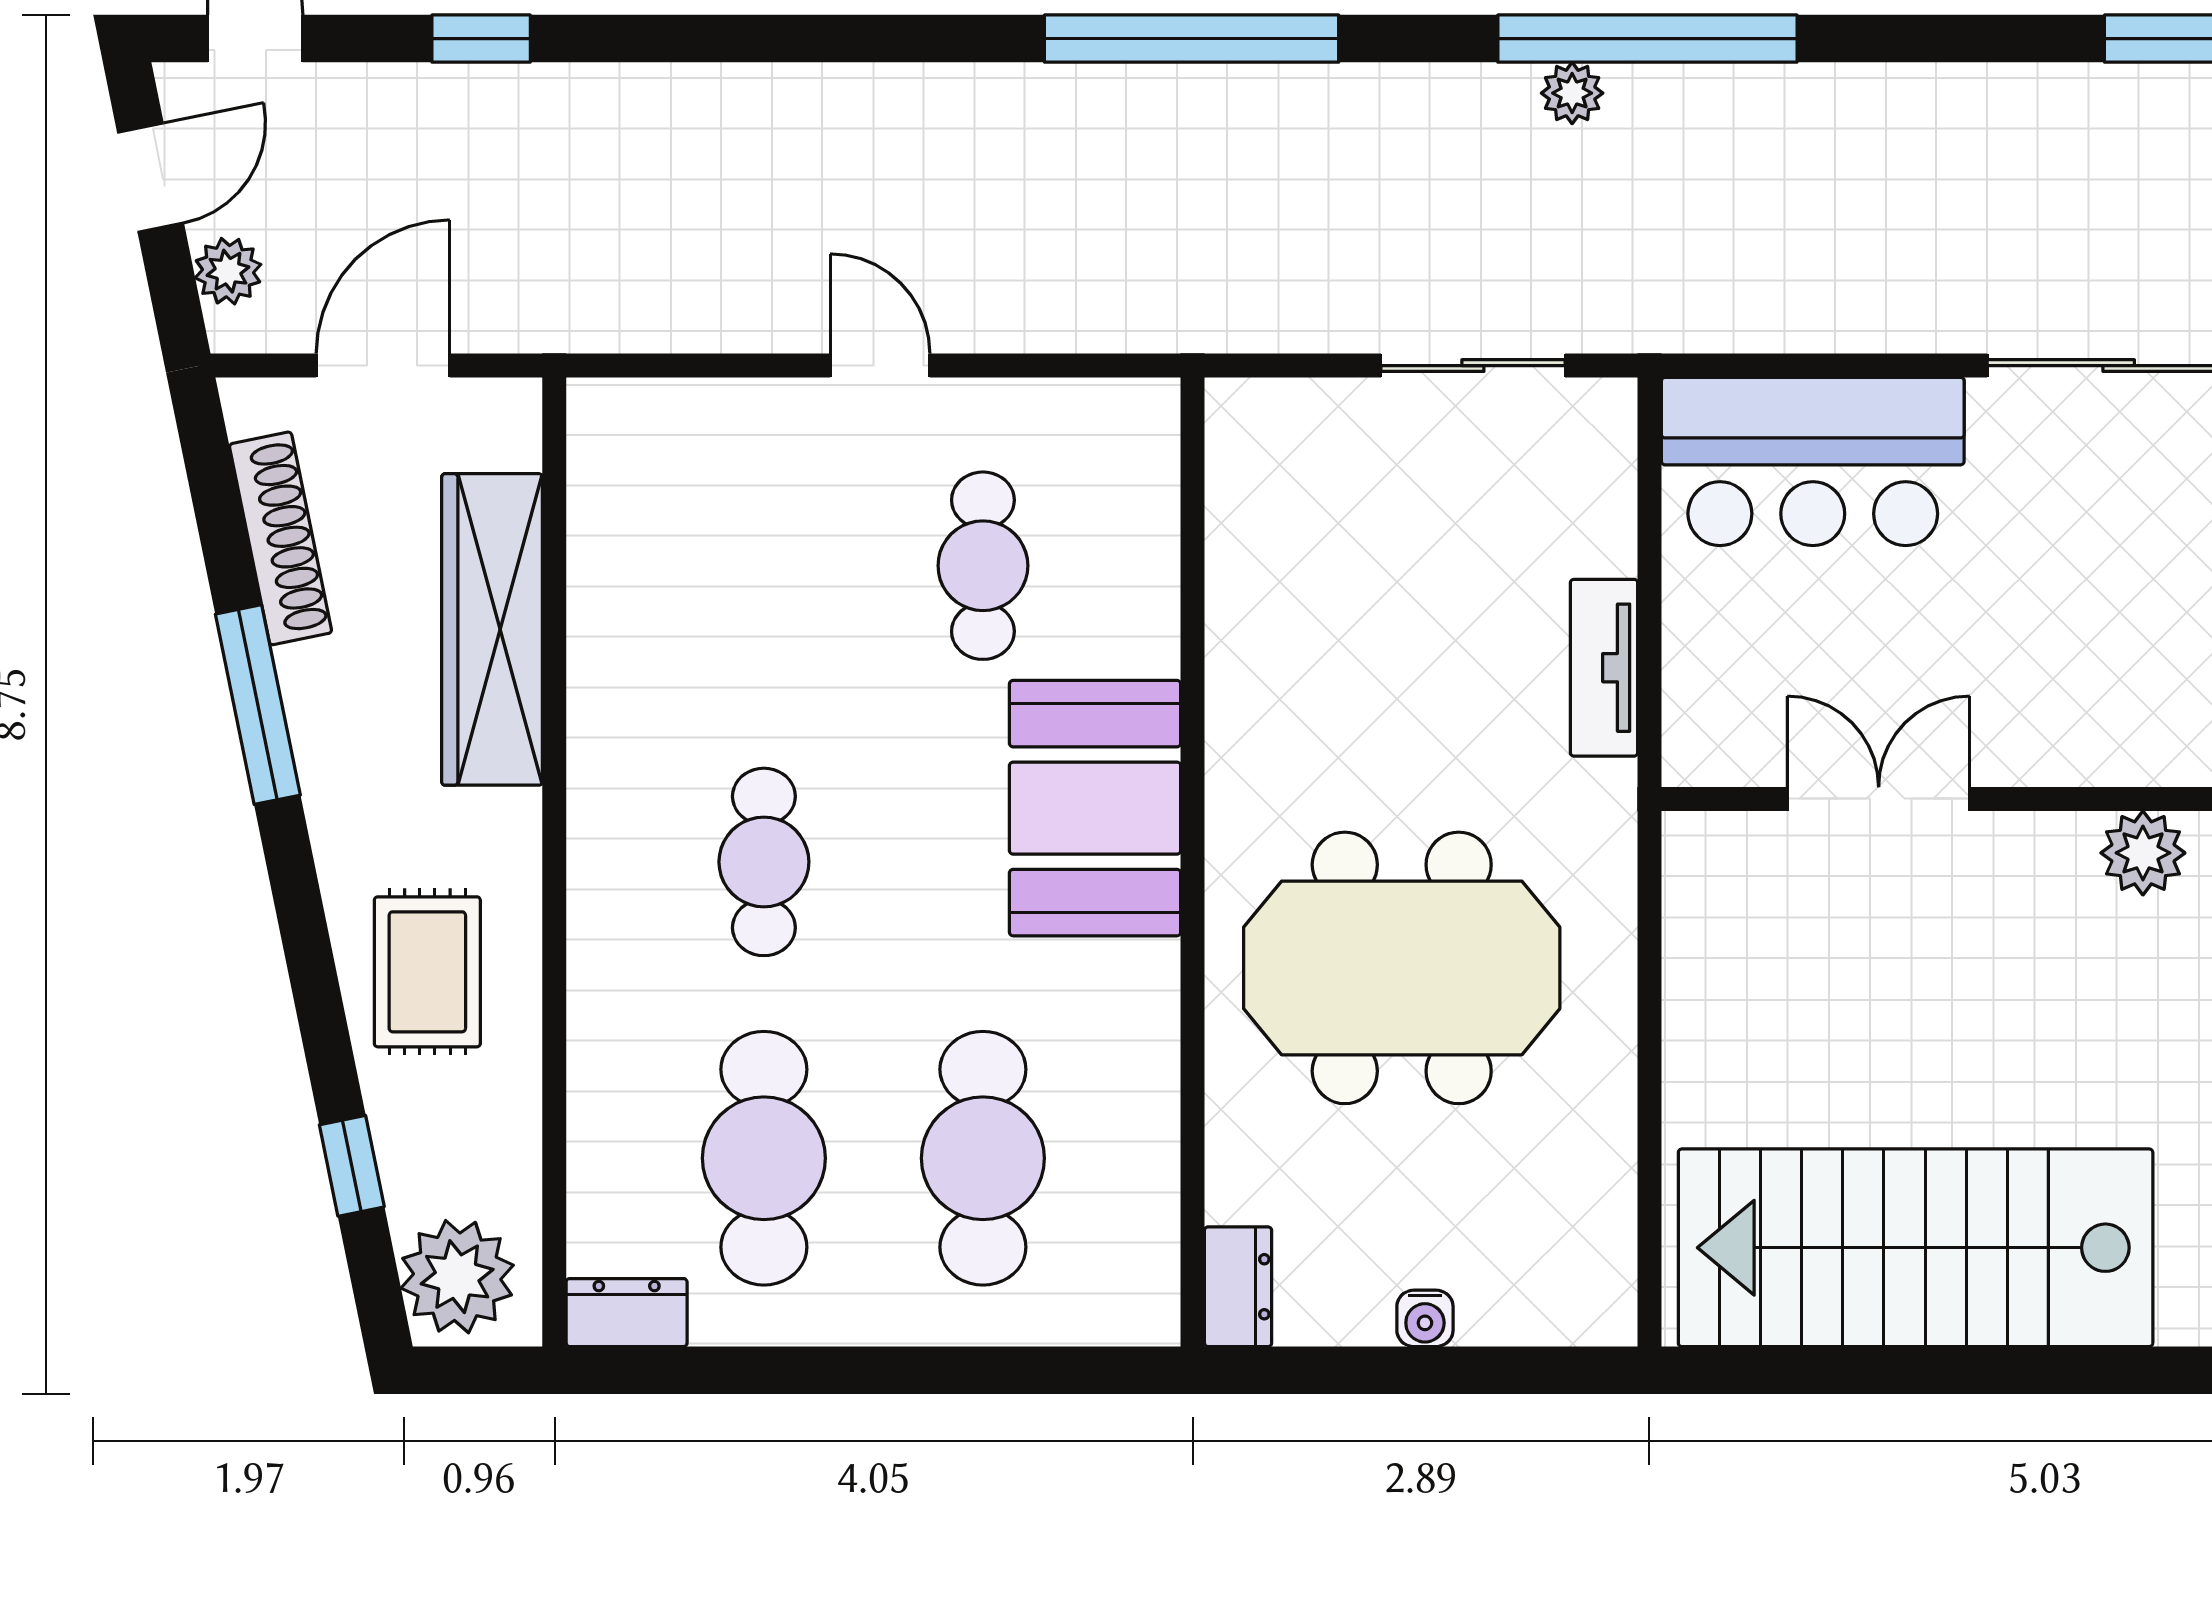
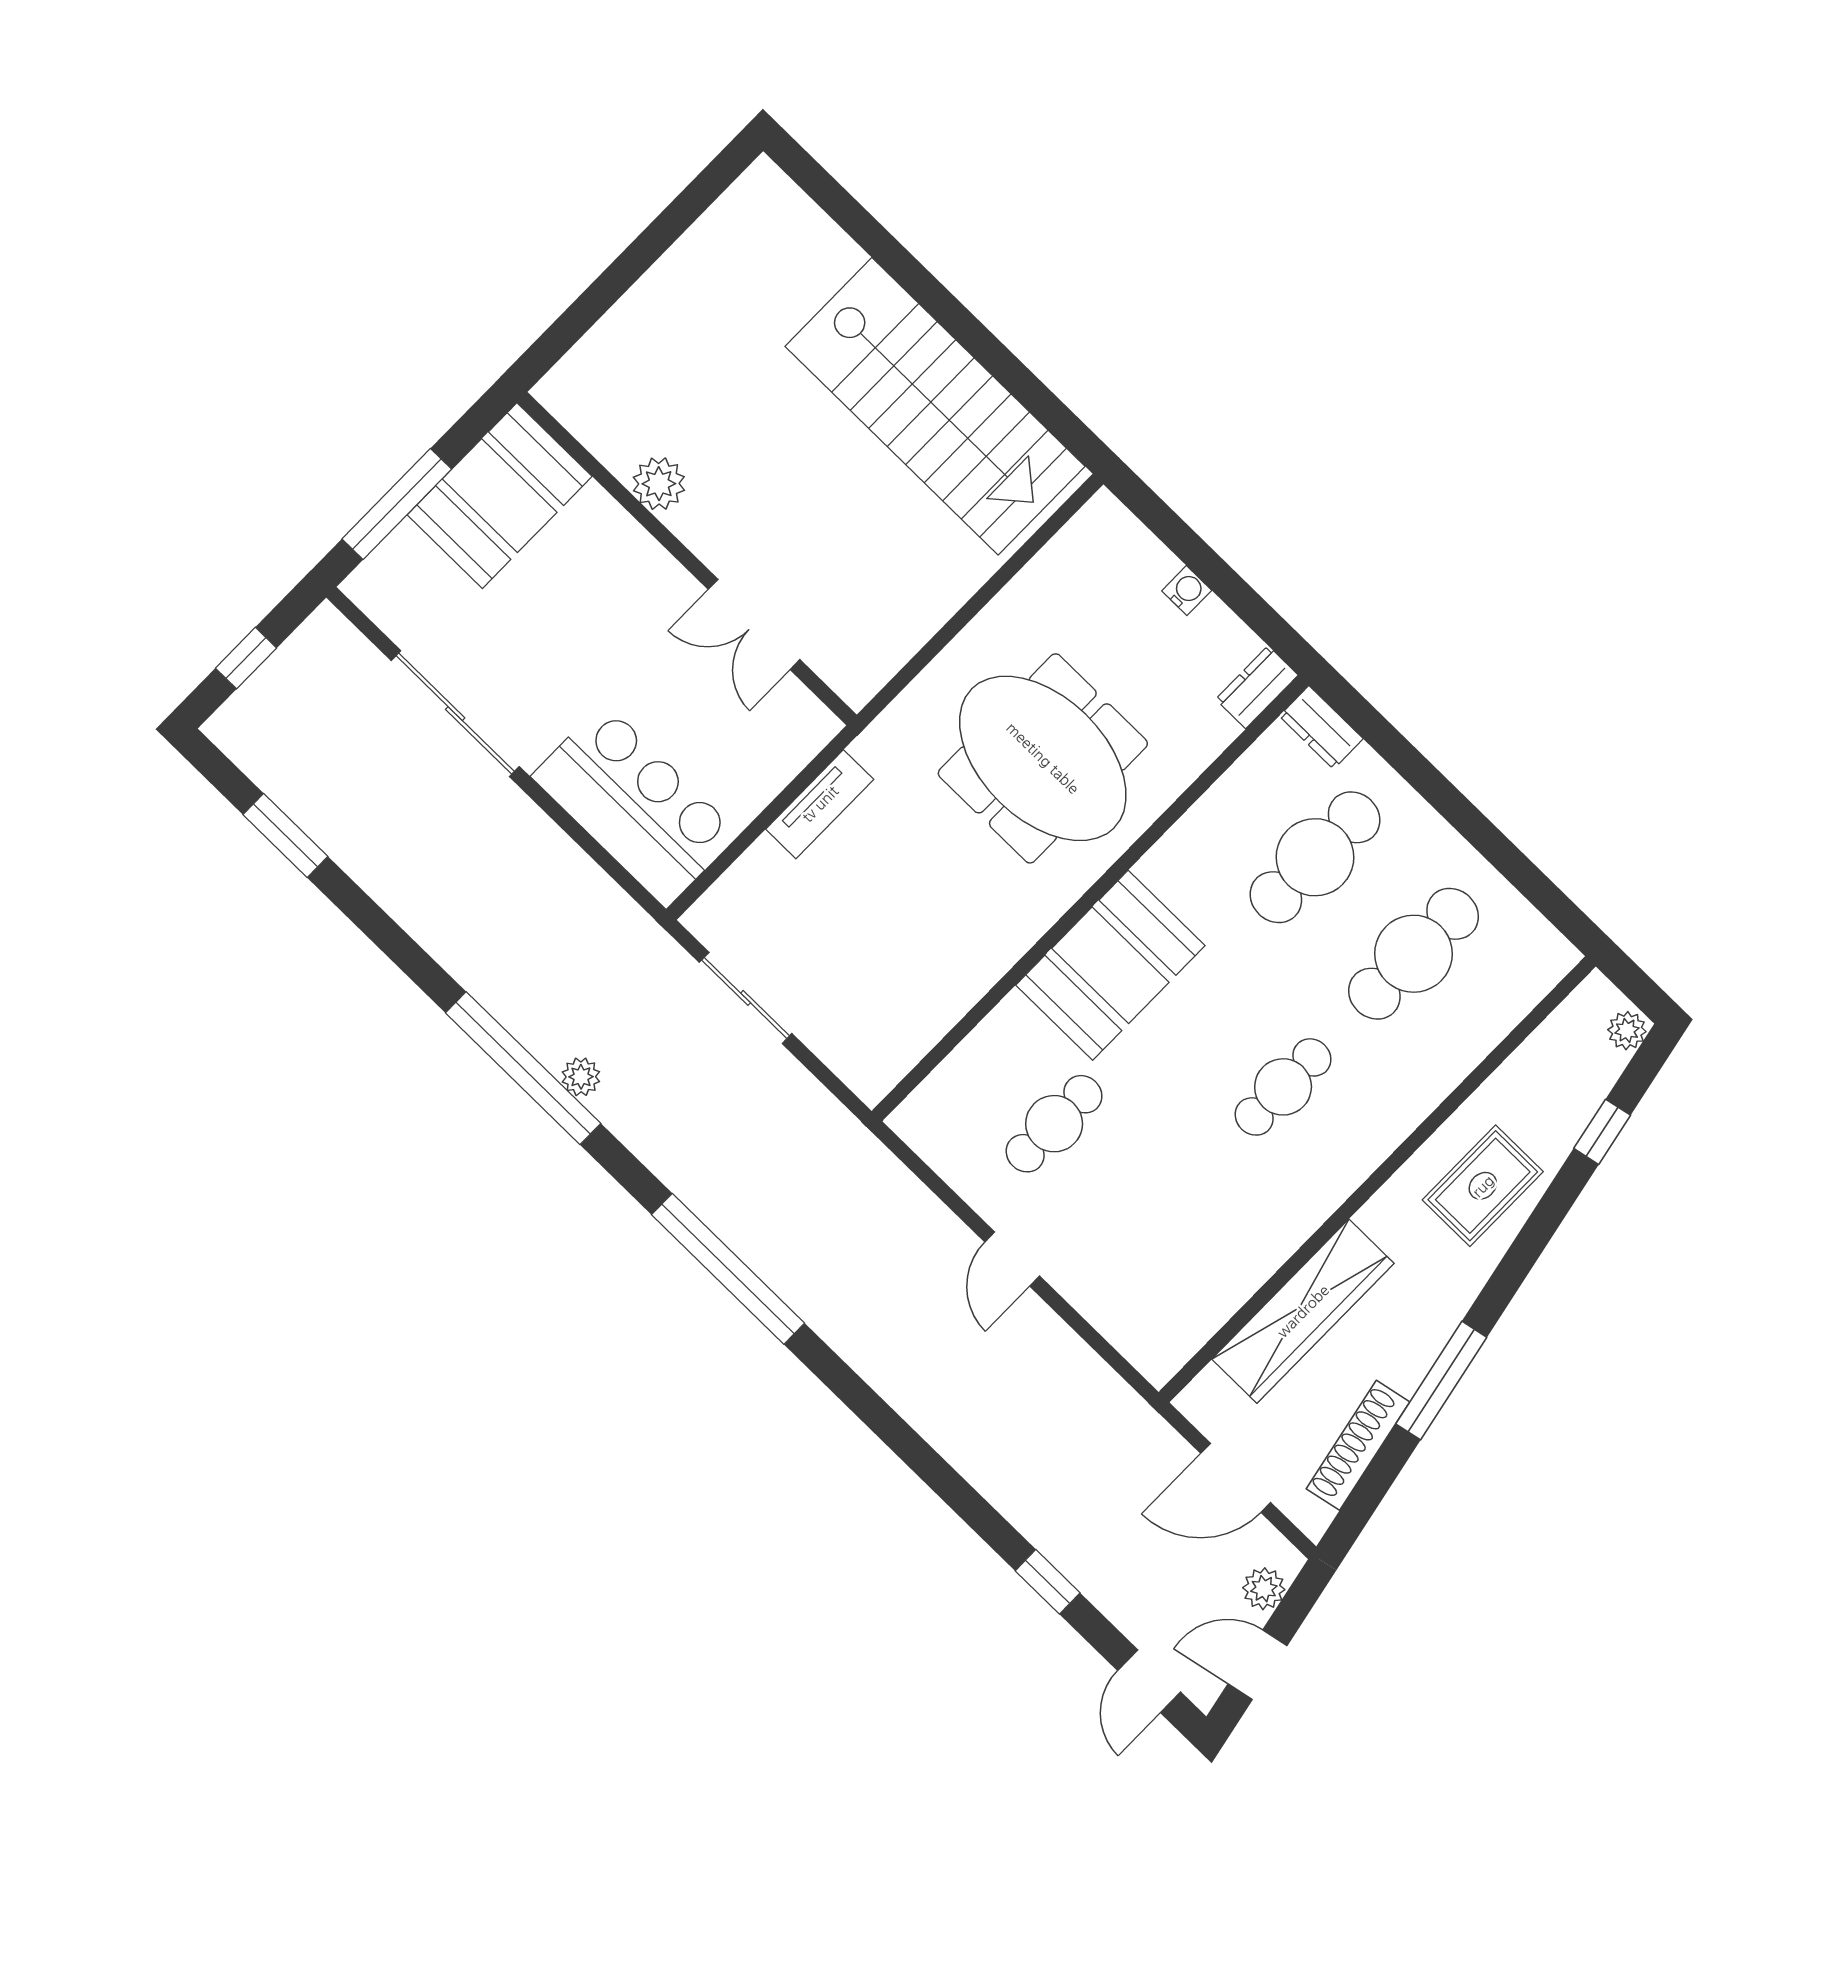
plant: (457, 1277) -> (1627, 1031), width x0.53, depth x0.53
dresser: (627, 1313) -> (1321, 727), moved

